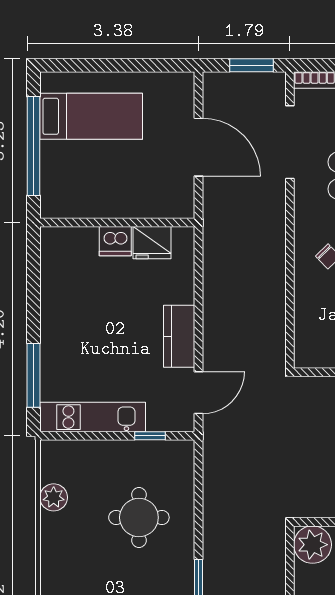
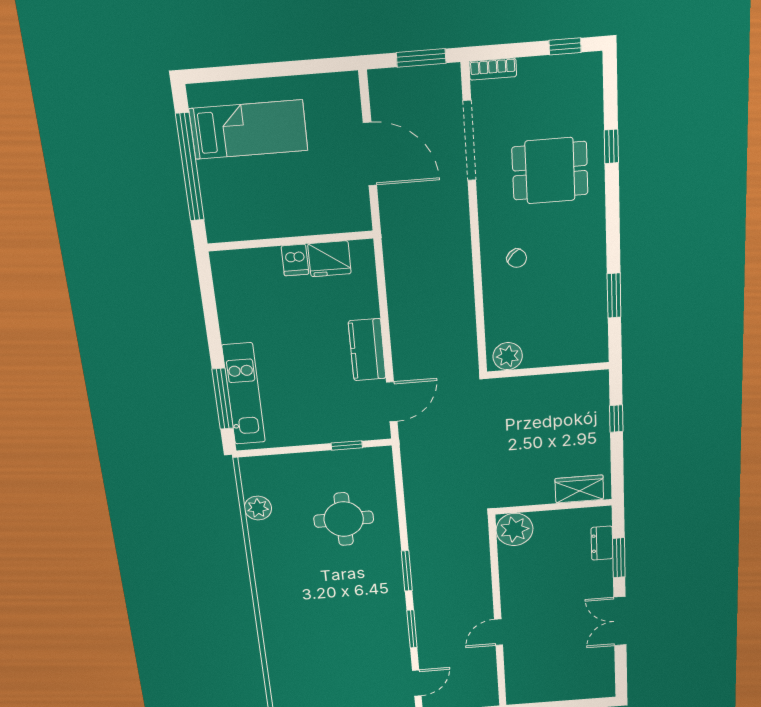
dishwasher: (115, 241) -> (295, 260), width x0.73
plant: (315, 354) -> (508, 356), added
kitchen unit: (93, 417) -> (244, 394), moved, turned 90

